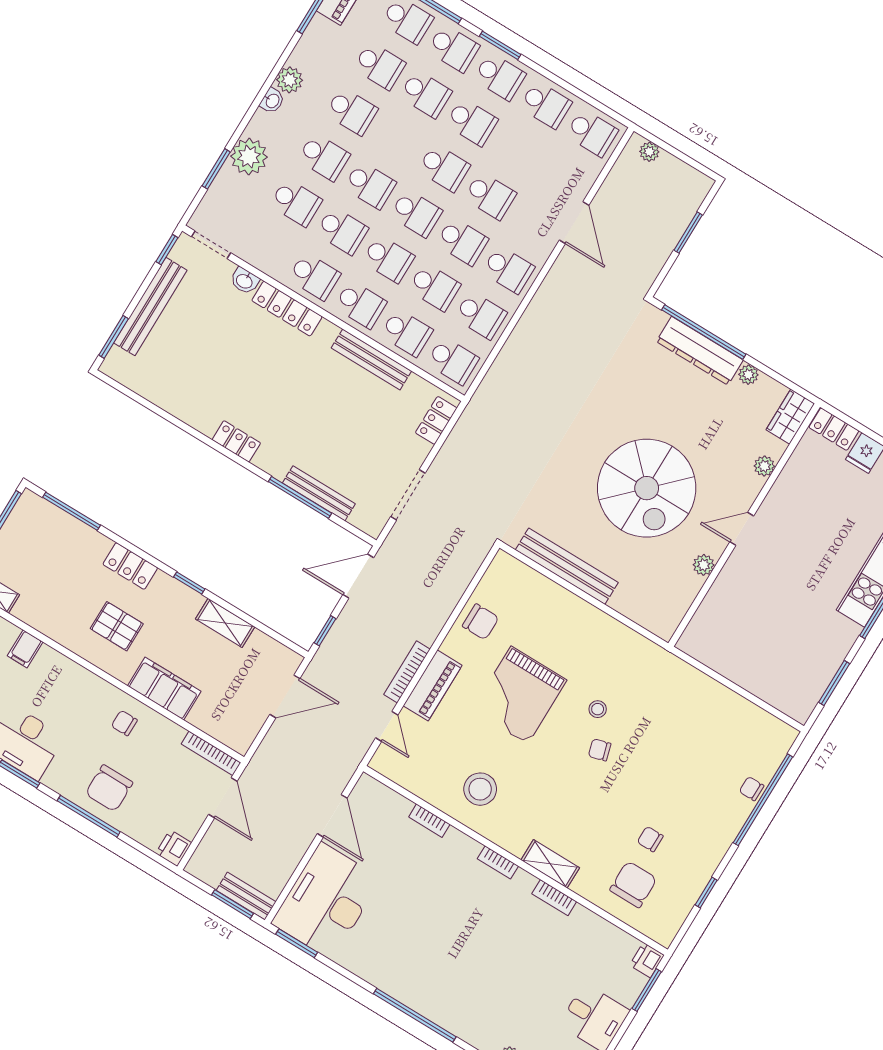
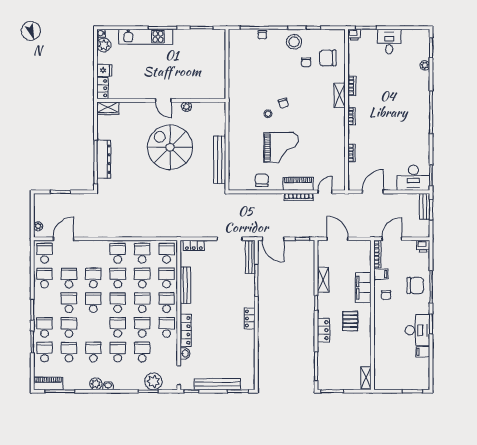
school desk: (500, 76) -> (69, 278), moved
plant: (249, 157) -> (153, 381), moved
door: (574, 223) -> (63, 239), moved
plant: (748, 375) -> (102, 135), removed
plant: (764, 466) -> (133, 107), removed
spiral stairs: (647, 488) -> (170, 147), turned -90
bench: (319, 493) -> (250, 257), moved
filing cabinet: (25, 649) -> (381, 274), moved
stool: (480, 789) -> (294, 42), moved
desk: (326, 901) -> (413, 178), width x0.73, depth x0.77

